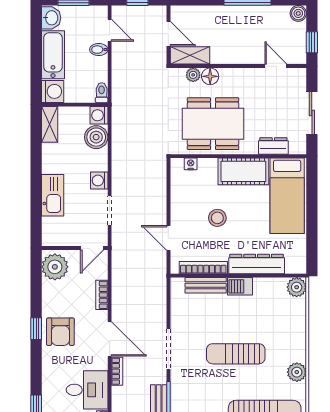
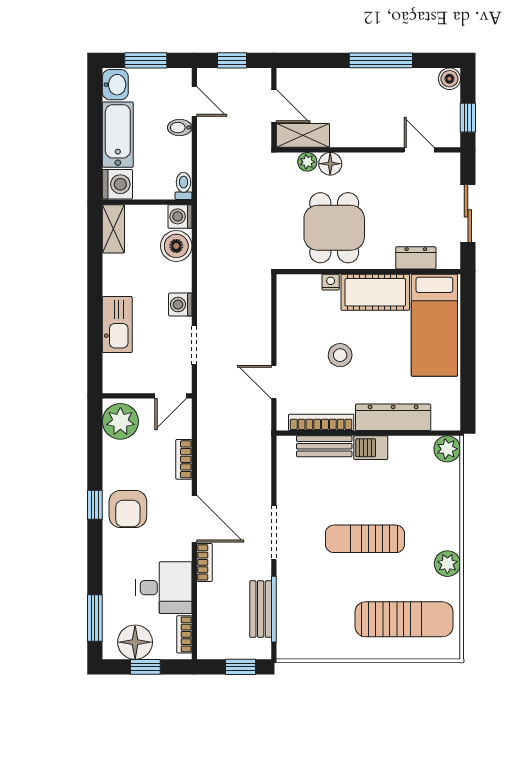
dining table: (213, 124) -> (334, 228), width x0.73
nightstand: (191, 164) -> (331, 282), moved

